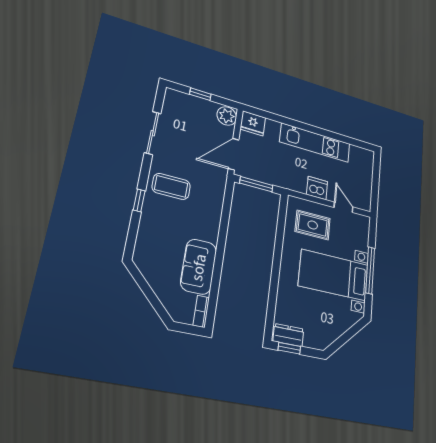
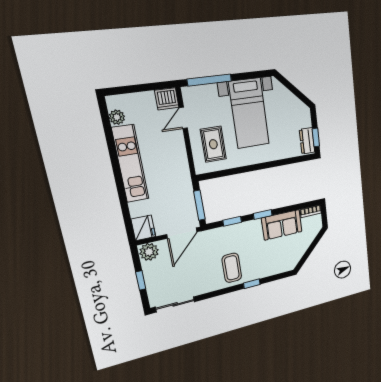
sliding door: (153, 133) -> (175, 304), moved
plant: (356, 152) -> (117, 117), added
door: (234, 154) -> (182, 233), hinge flipped
dishwasher: (317, 188) -> (167, 99), moved, turned -90
window: (226, 210) -> (232, 221), added
window: (221, 248) -> (263, 215), added
window: (370, 270) -> (209, 80), moved

